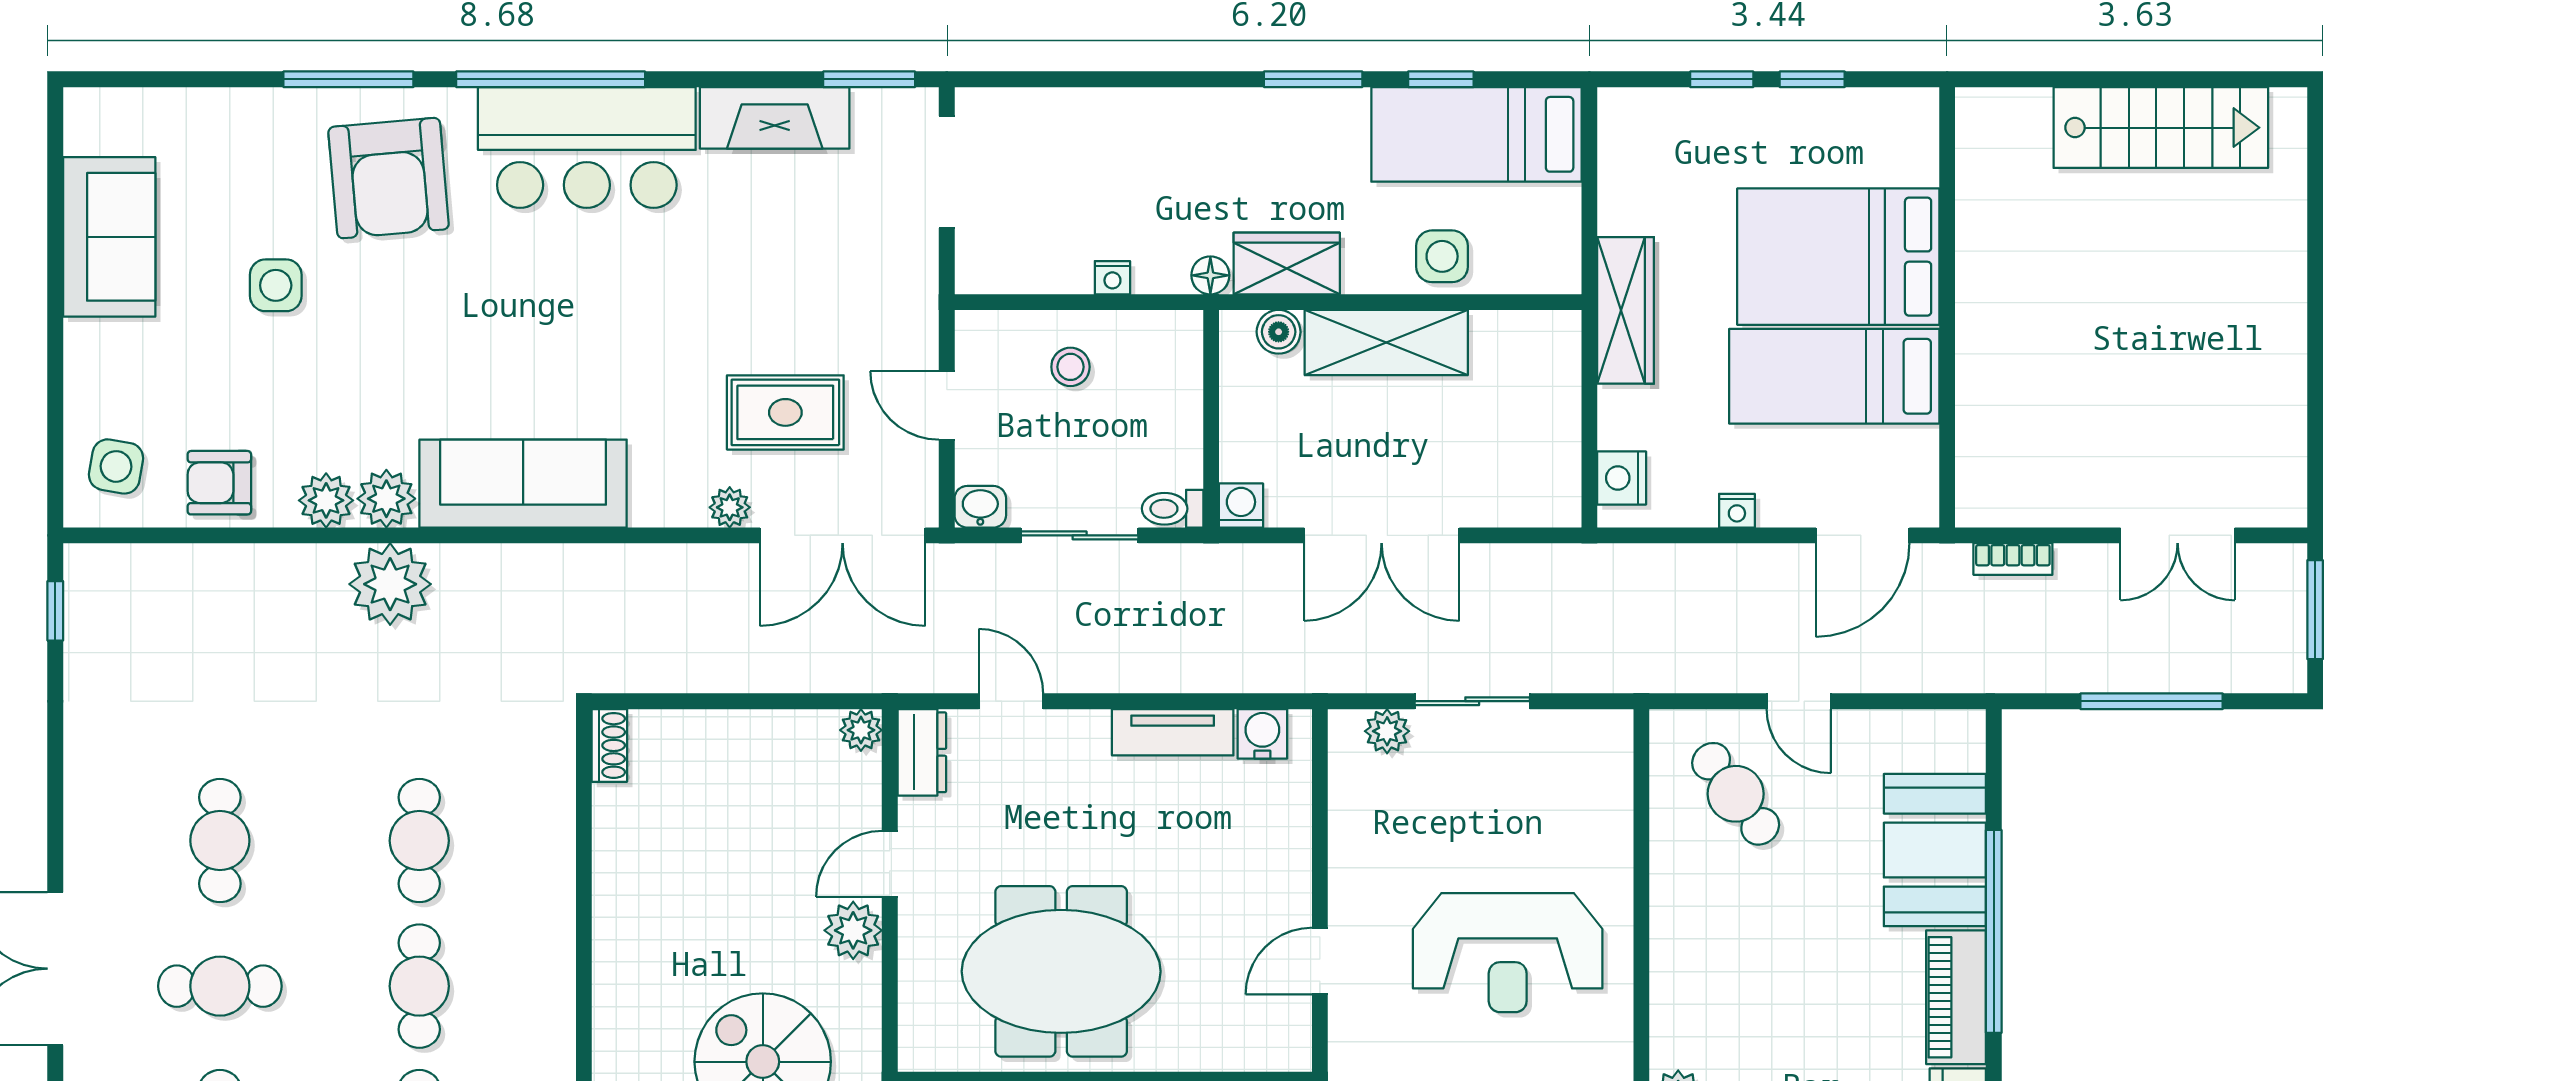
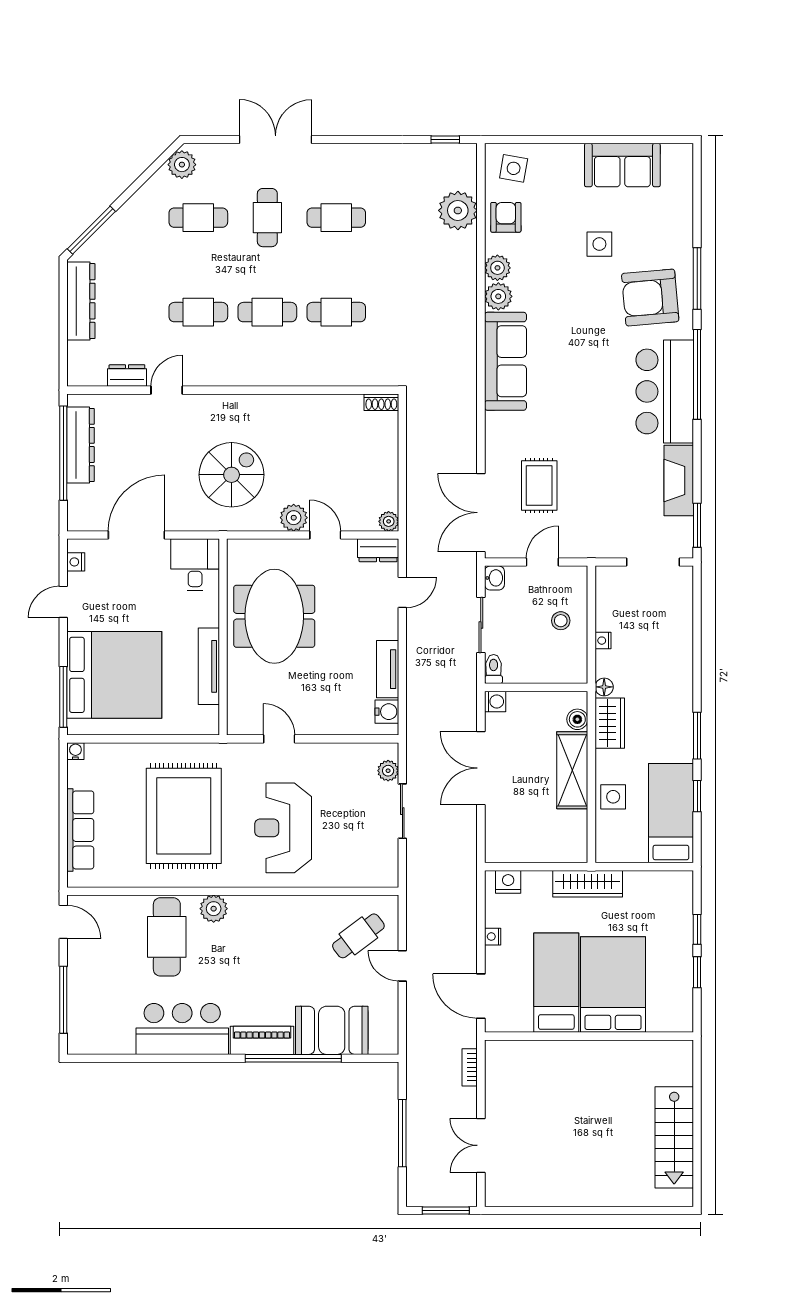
plant: (730, 507) -> (494, 459), removed
plant: (390, 584) -> (458, 210), moved
door: (1799, 701) -> (402, 966), hinge flipped

